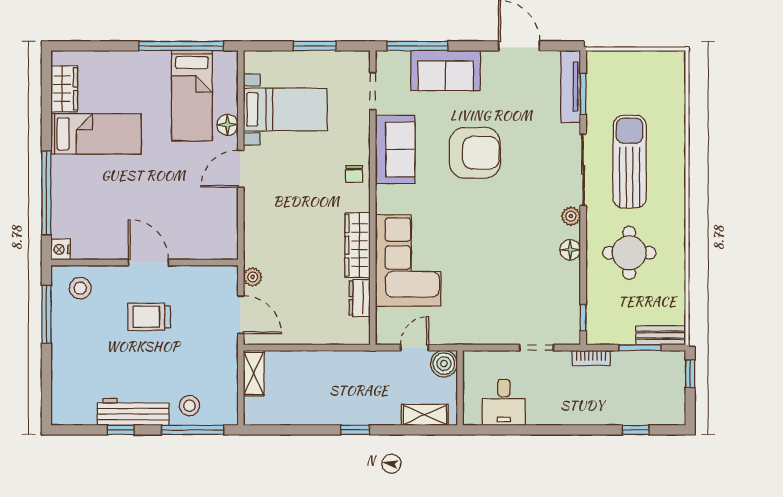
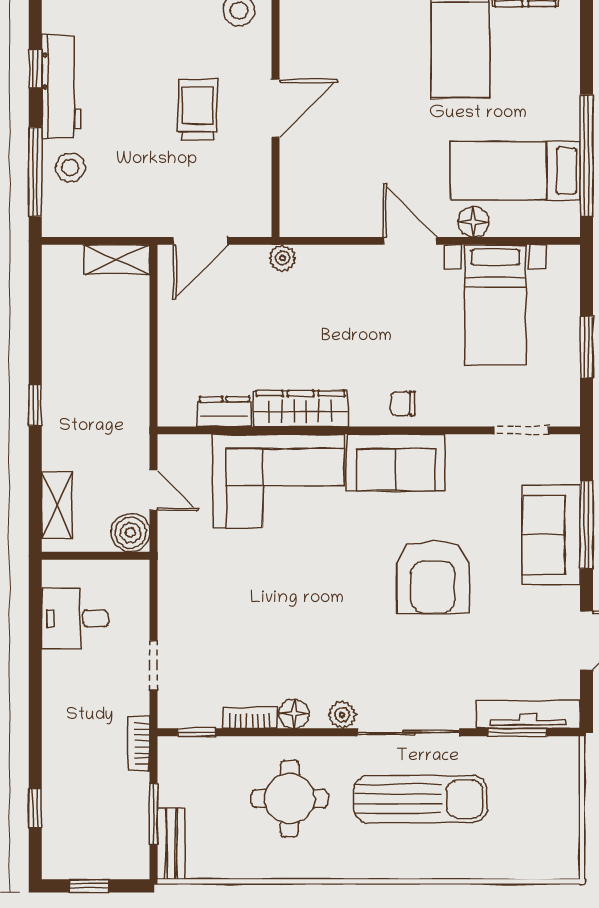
window: (417, 46) -> (586, 525), moved
sofa: (395, 149) -> (396, 463), moved
plant: (253, 277) -> (282, 258), moved
bookcase: (573, 281) -> (250, 718), added
window: (690, 374) -> (89, 886), moved

